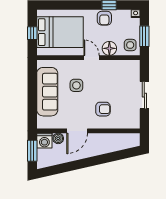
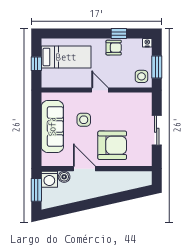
armchair: (104, 18) -> (114, 48), turned -90
bed: (60, 32) -> (66, 57), width x0.67
floor lamp: (109, 48) -> (119, 80), removed
armchair: (103, 109) -> (112, 145), width x1.88, depth x1.88
door: (77, 131) -> (84, 169), swing flipped

